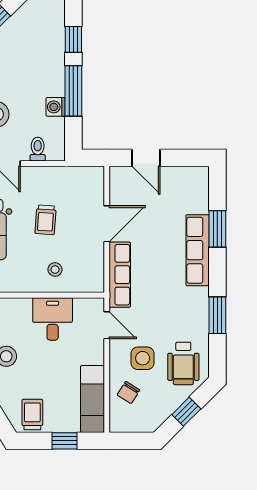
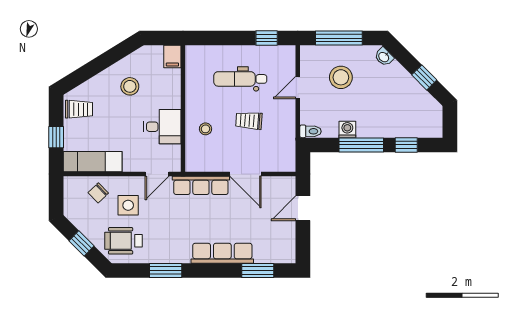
toilet: (38, 149) -> (311, 131), moved
window: (217, 229) -> (258, 270), moved
chair: (128, 392) -> (98, 193), turned -76

